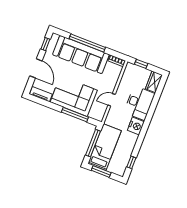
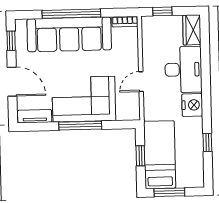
window: (75, 115) -> (80, 126), moved
window: (93, 143) -> (140, 156), width x0.46
window: (131, 162) -> (207, 142), moved

